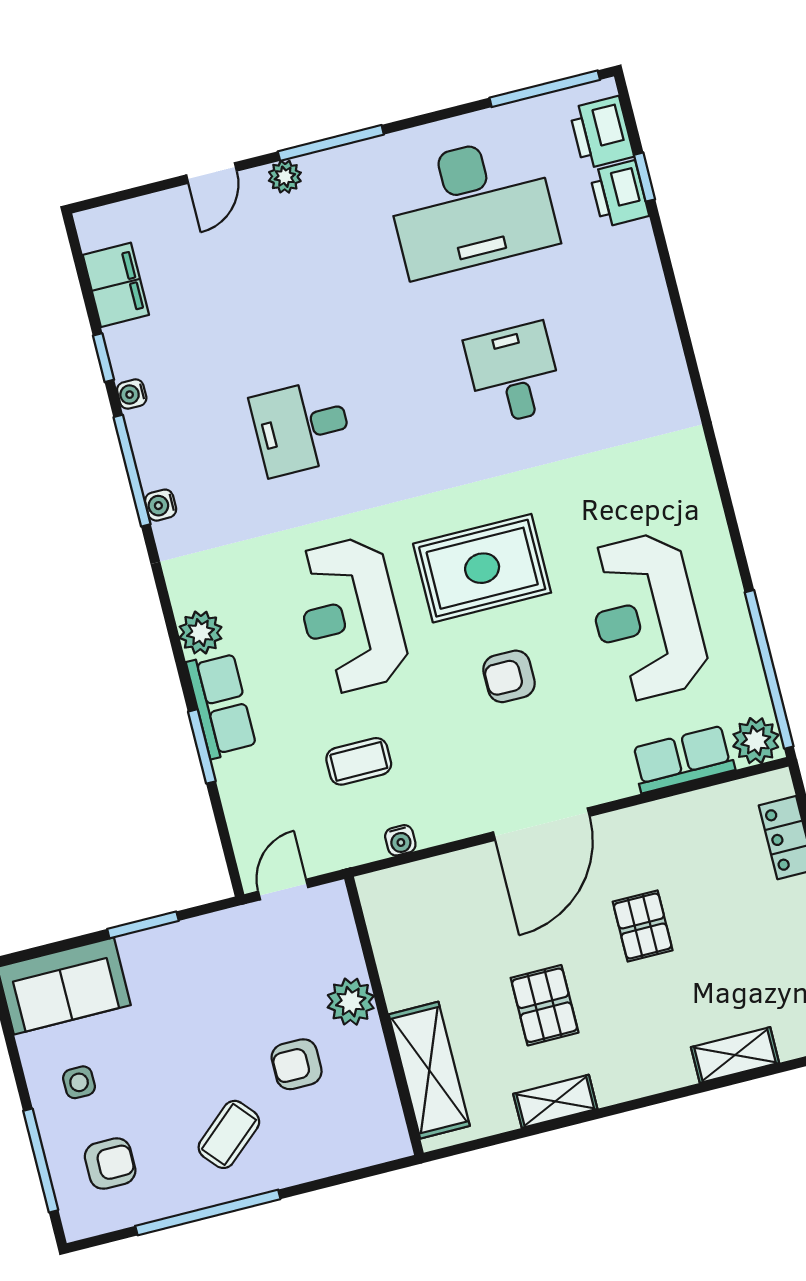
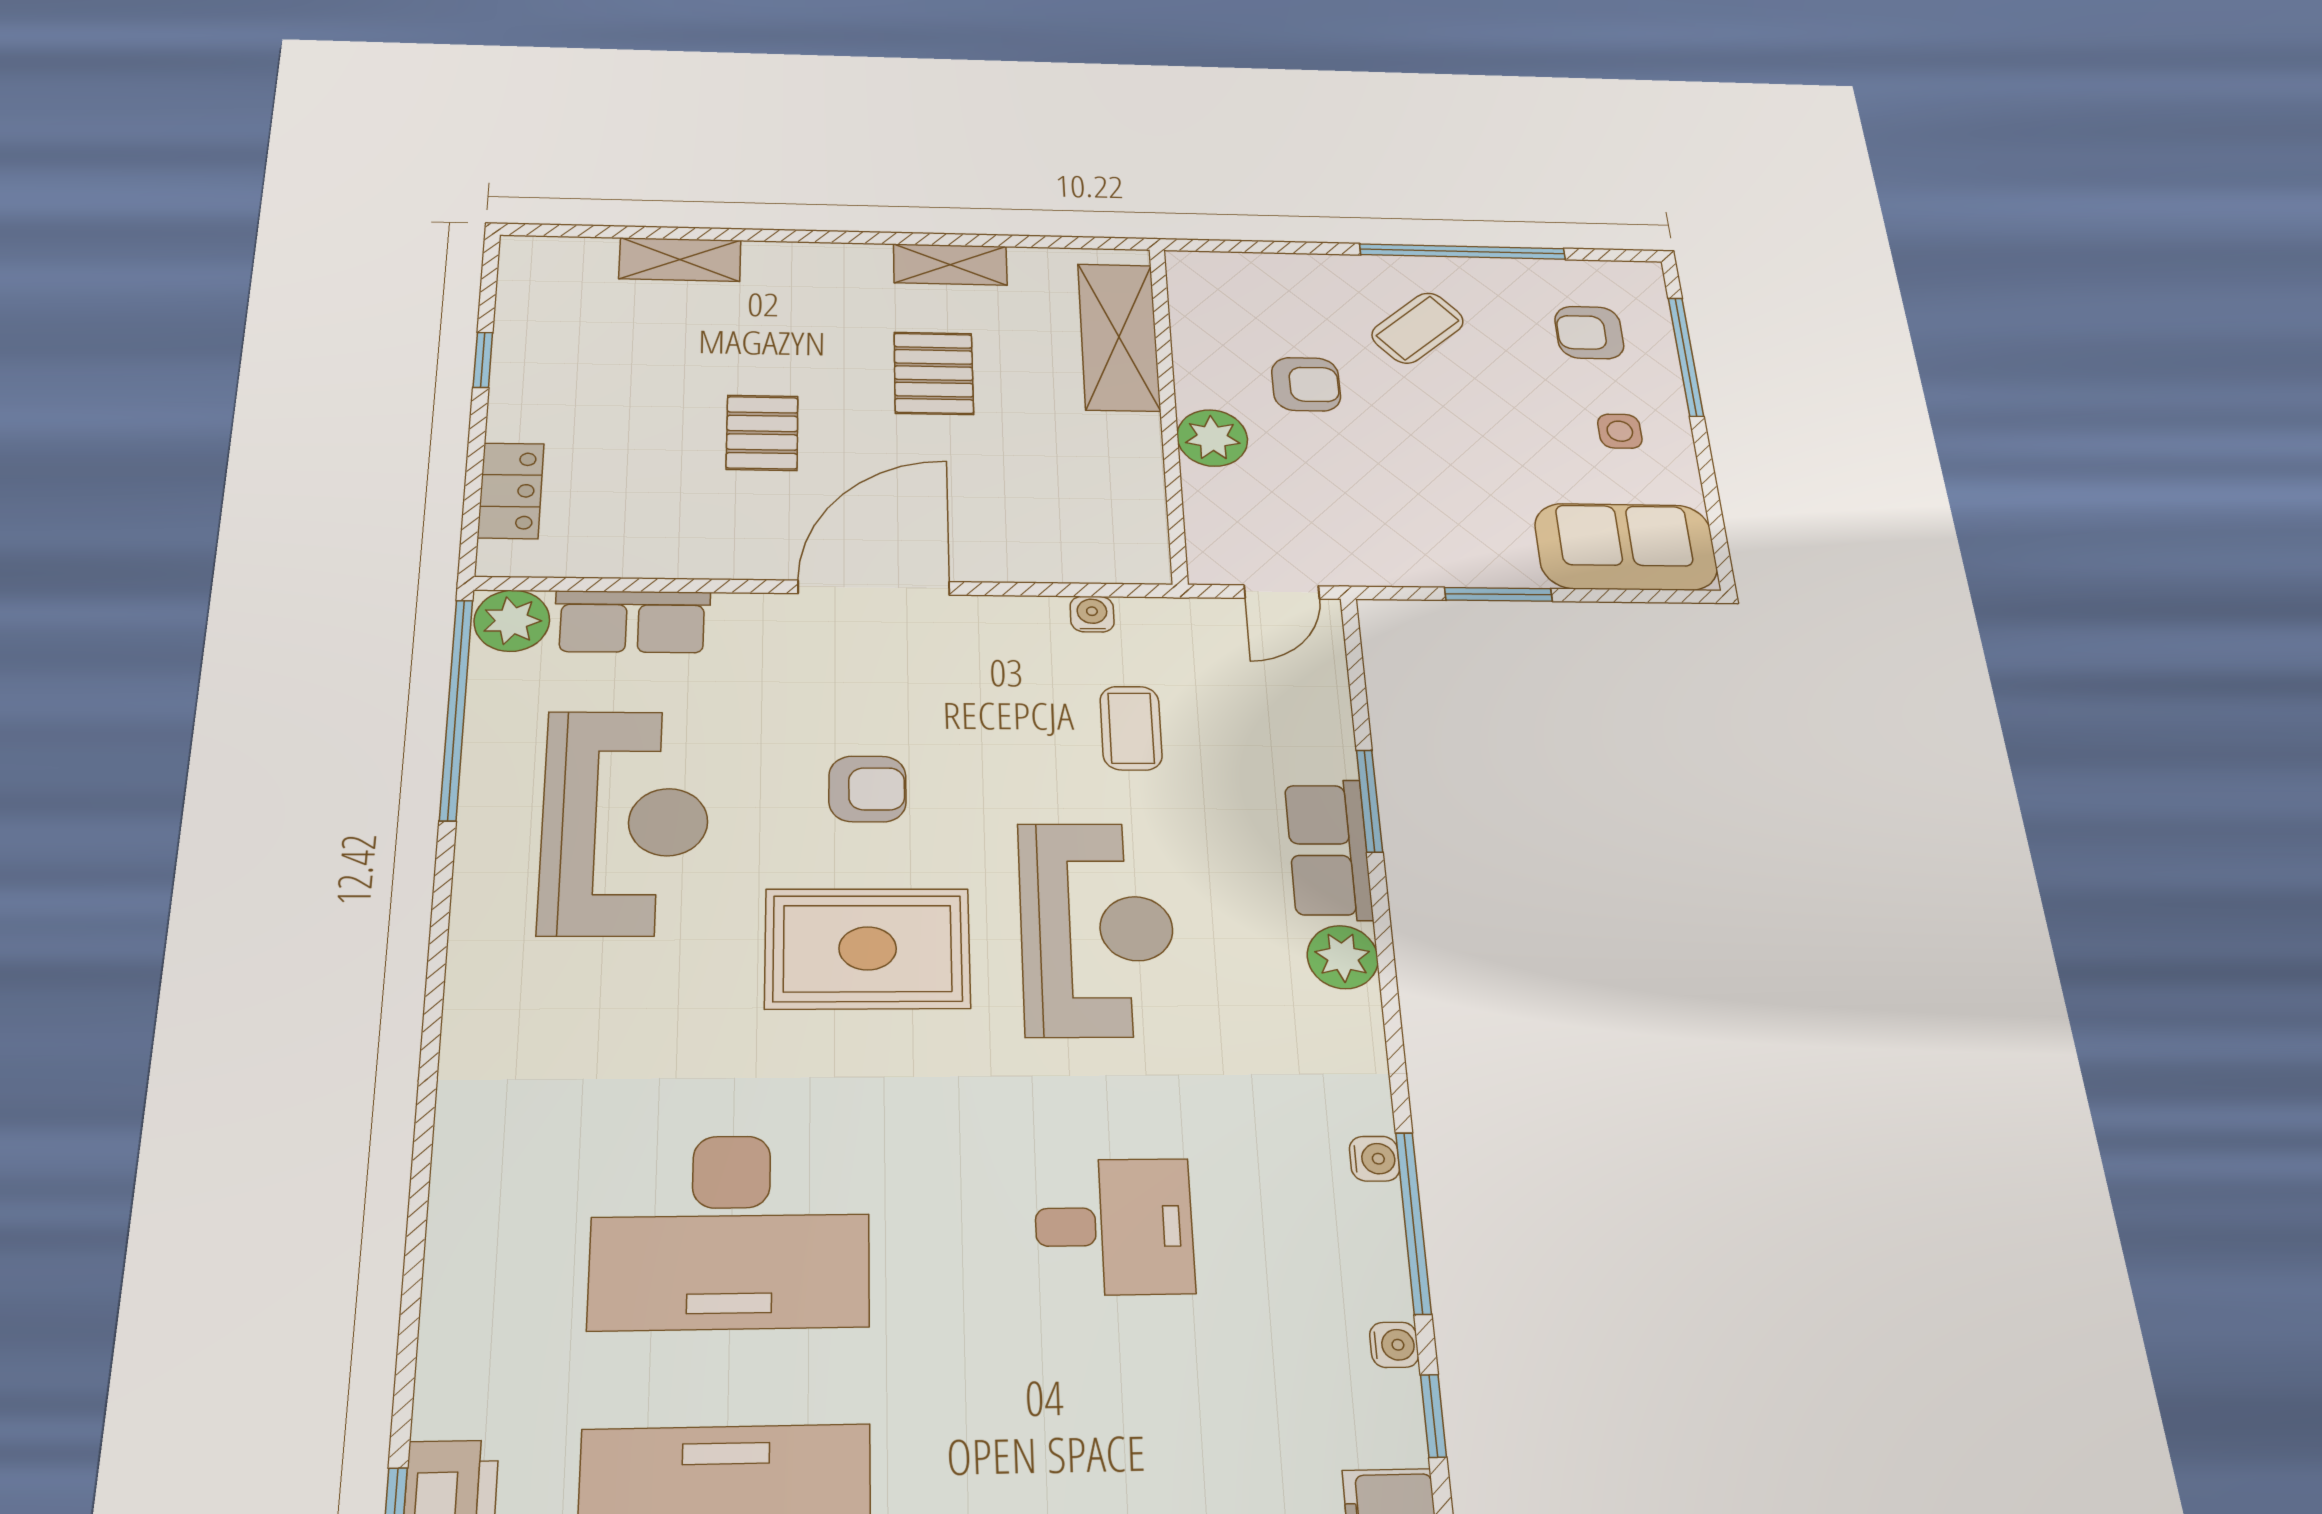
desk: (514, 374) -> (730, 1231), width x1.87, depth x1.30
coffee table: (359, 761) -> (1131, 728), turned 90

